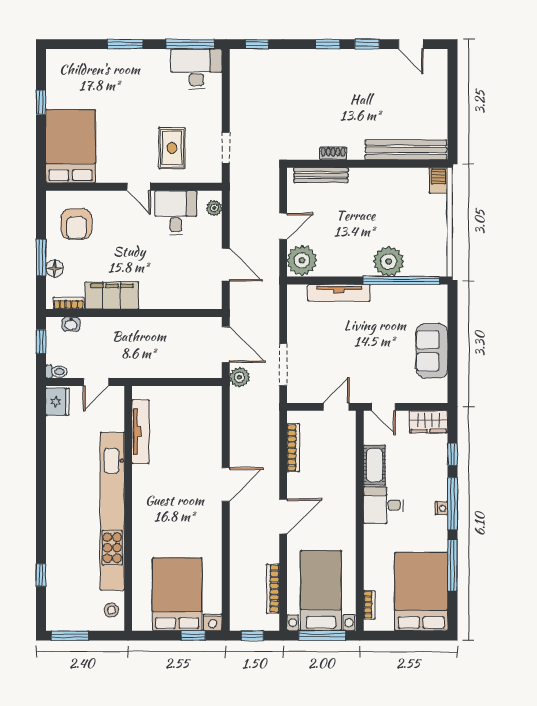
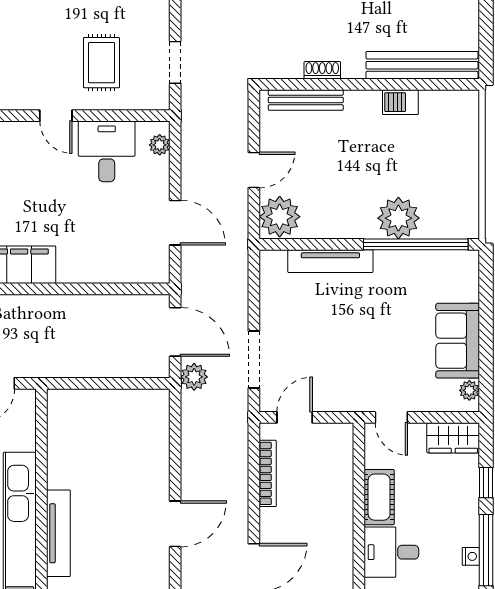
barbecue: (439, 181) -> (400, 102), moved, turned -90
plant: (440, 387) -> (469, 390), added
door: (336, 407) -> (295, 417), moved
tv unit: (141, 432) -> (58, 533), moved

